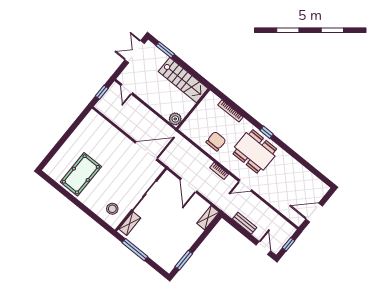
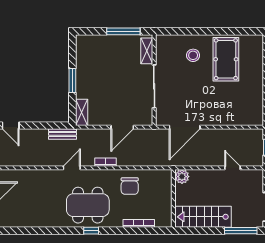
window: (165, 50) -> (241, 231), width x1.44
door: (127, 89) -> (233, 168), moved
door: (189, 185) -> (122, 127), swing flipped
stool: (112, 209) -> (193, 55), moved
bench: (245, 223) -> (63, 134), moved
window: (184, 260) -> (72, 80), moved

